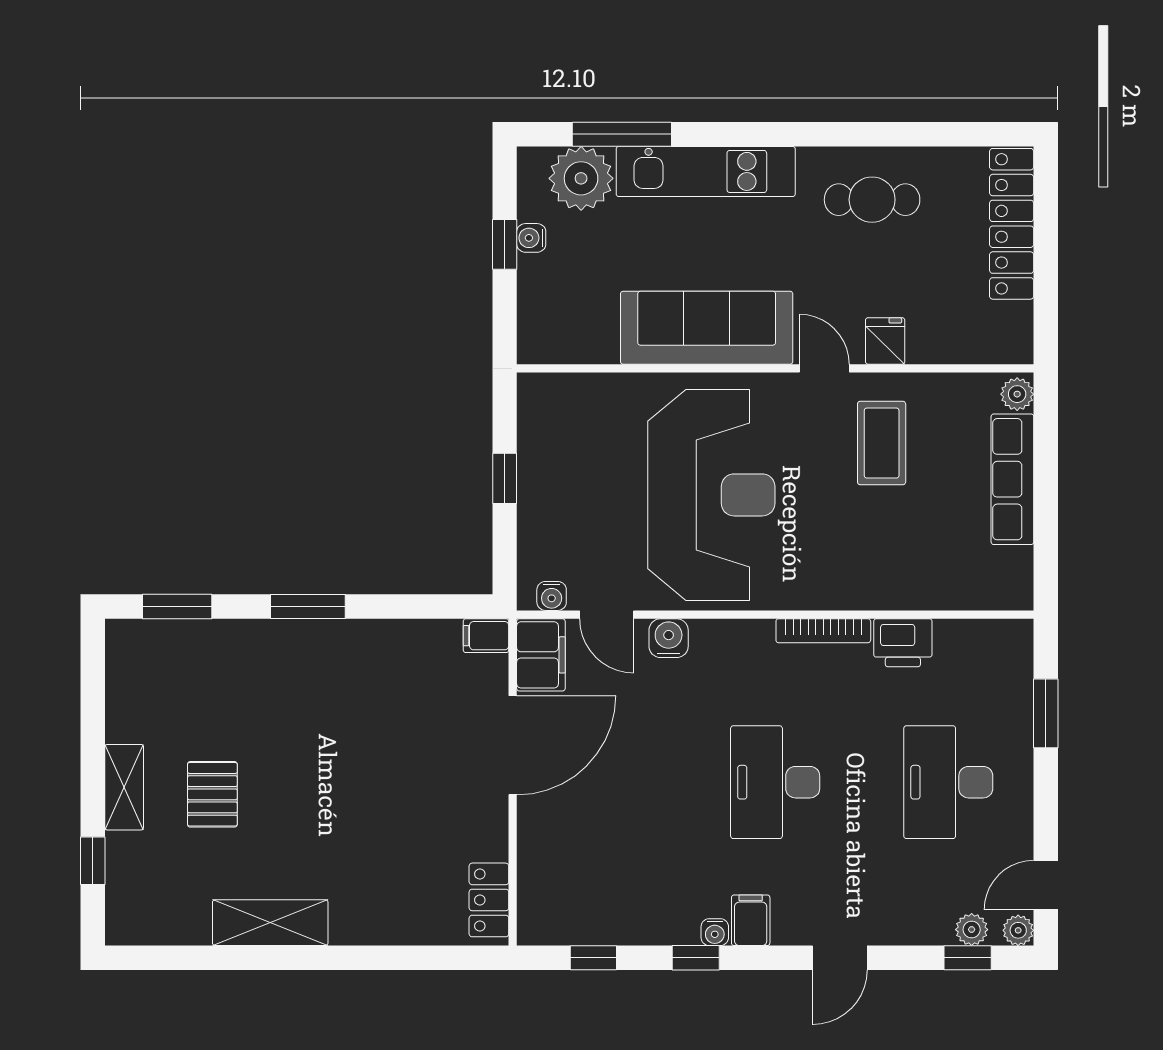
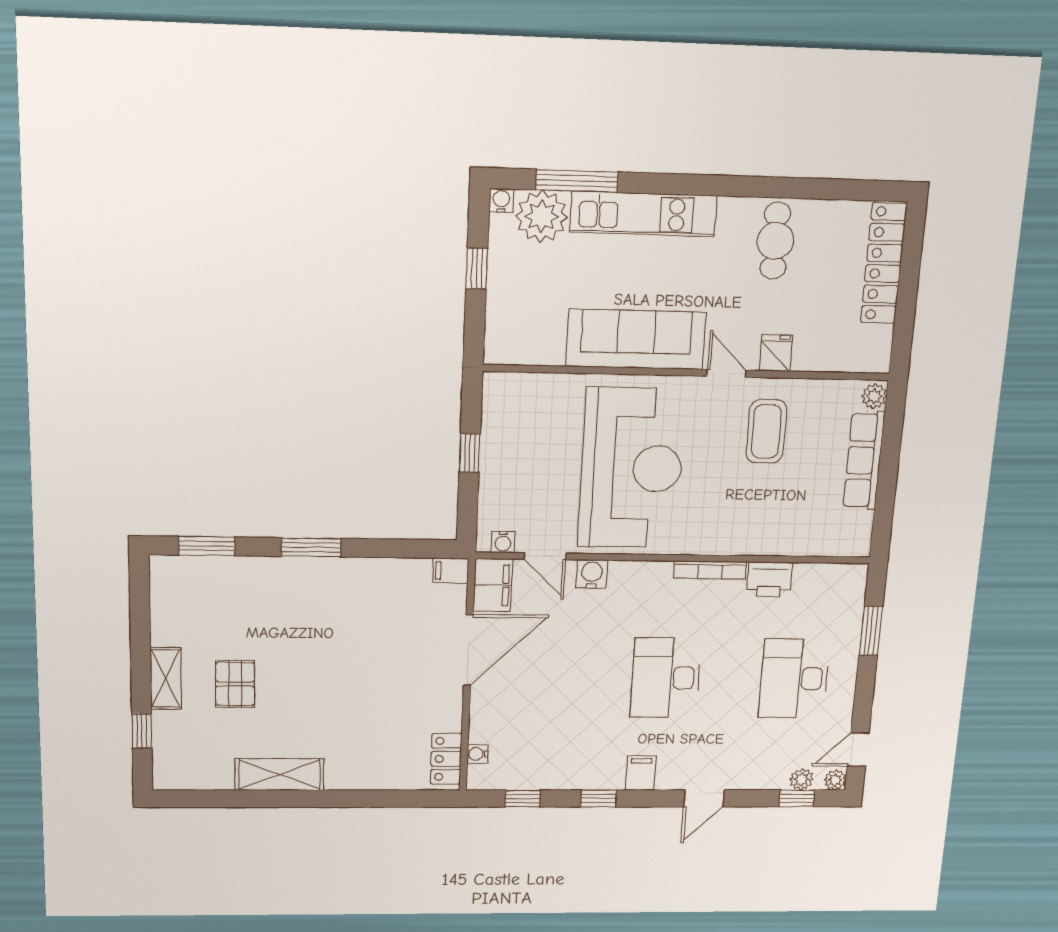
cafe table: (872, 200) -> (775, 241), turned 90
water cooler: (531, 238) -> (501, 201), moved, turned 90
water cooler: (715, 932) -> (478, 754), moved, turned 90

